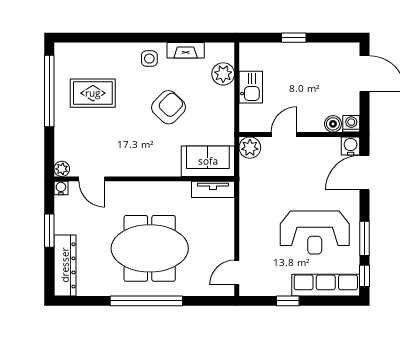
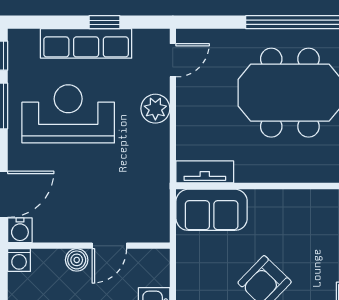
boiler: (333, 124) -> (77, 260), moved
plant: (250, 148) -> (155, 109), moved
row of seats: (326, 285) -> (86, 43), moved

